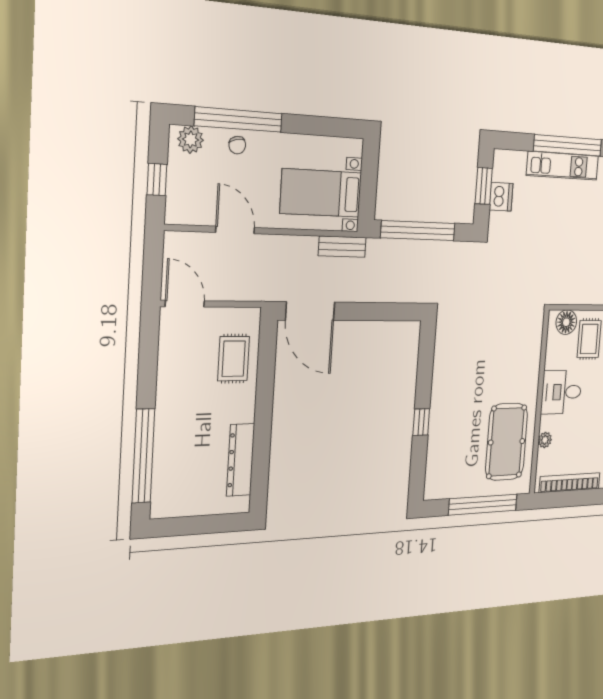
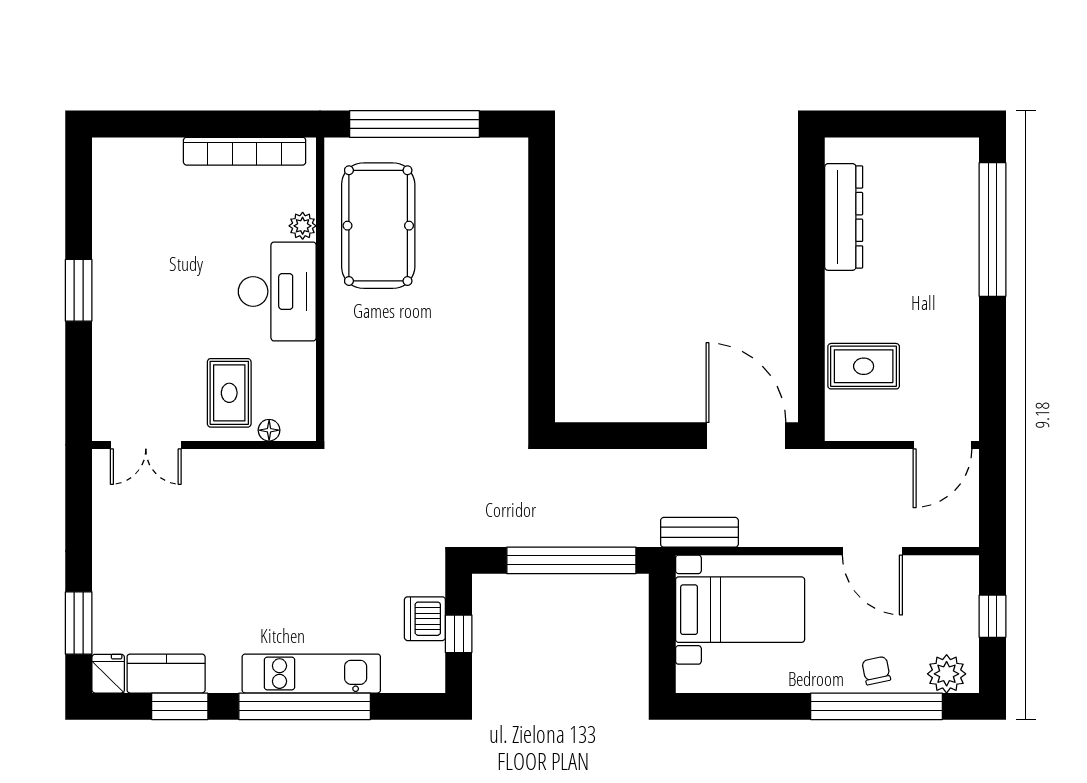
window: (484, 186) -> (459, 634), width x0.67
door: (185, 304) -> (942, 445), hinge flipped
floor lamp: (566, 322) -> (269, 430), width x0.53, depth x0.53
rug: (234, 359) -> (864, 366), turned 90
desk: (561, 392) -> (277, 291), width x1.37
window: (421, 422) -> (542, 263), removed

